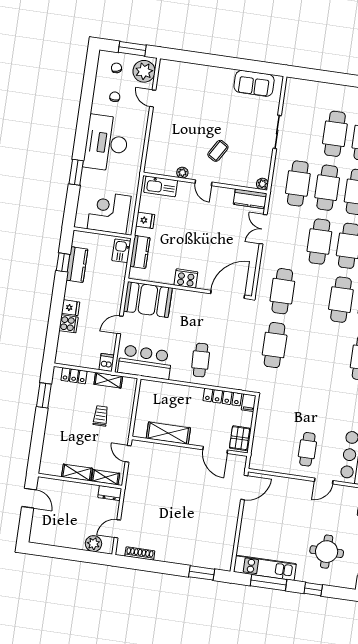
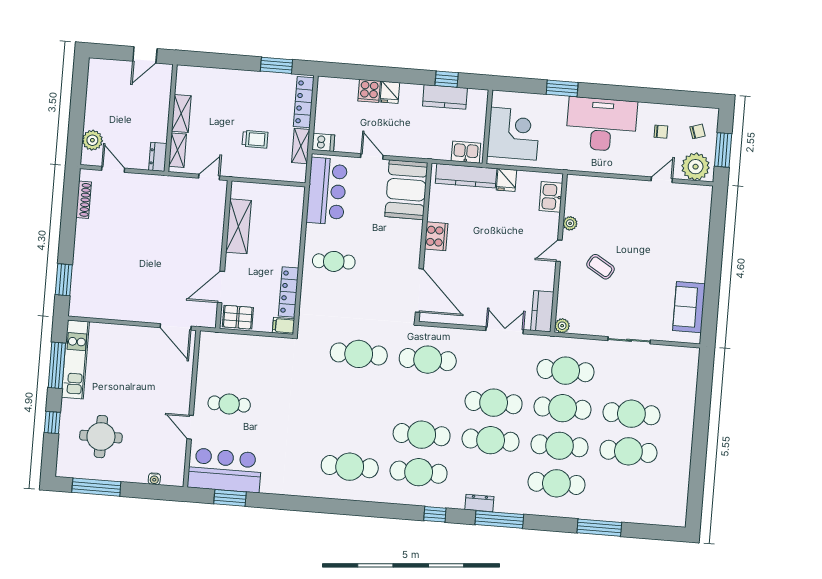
kitchen sink: (161, 186) -> (551, 197), width x0.73
kitchen counter: (140, 252) -> (466, 176), width x1.50
locker: (74, 376) -> (304, 102), width x1.53

